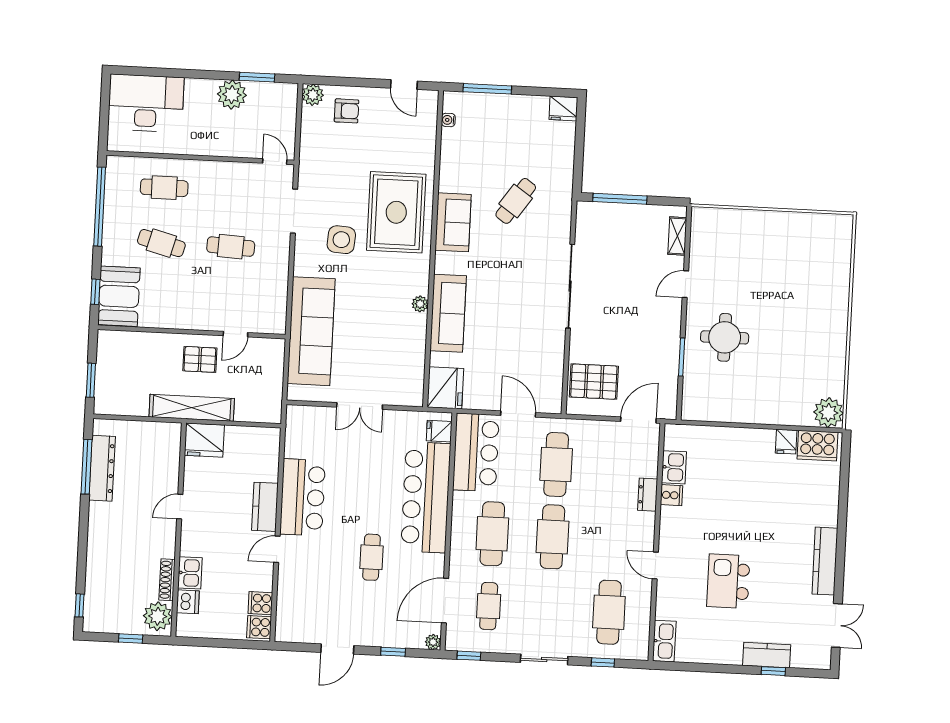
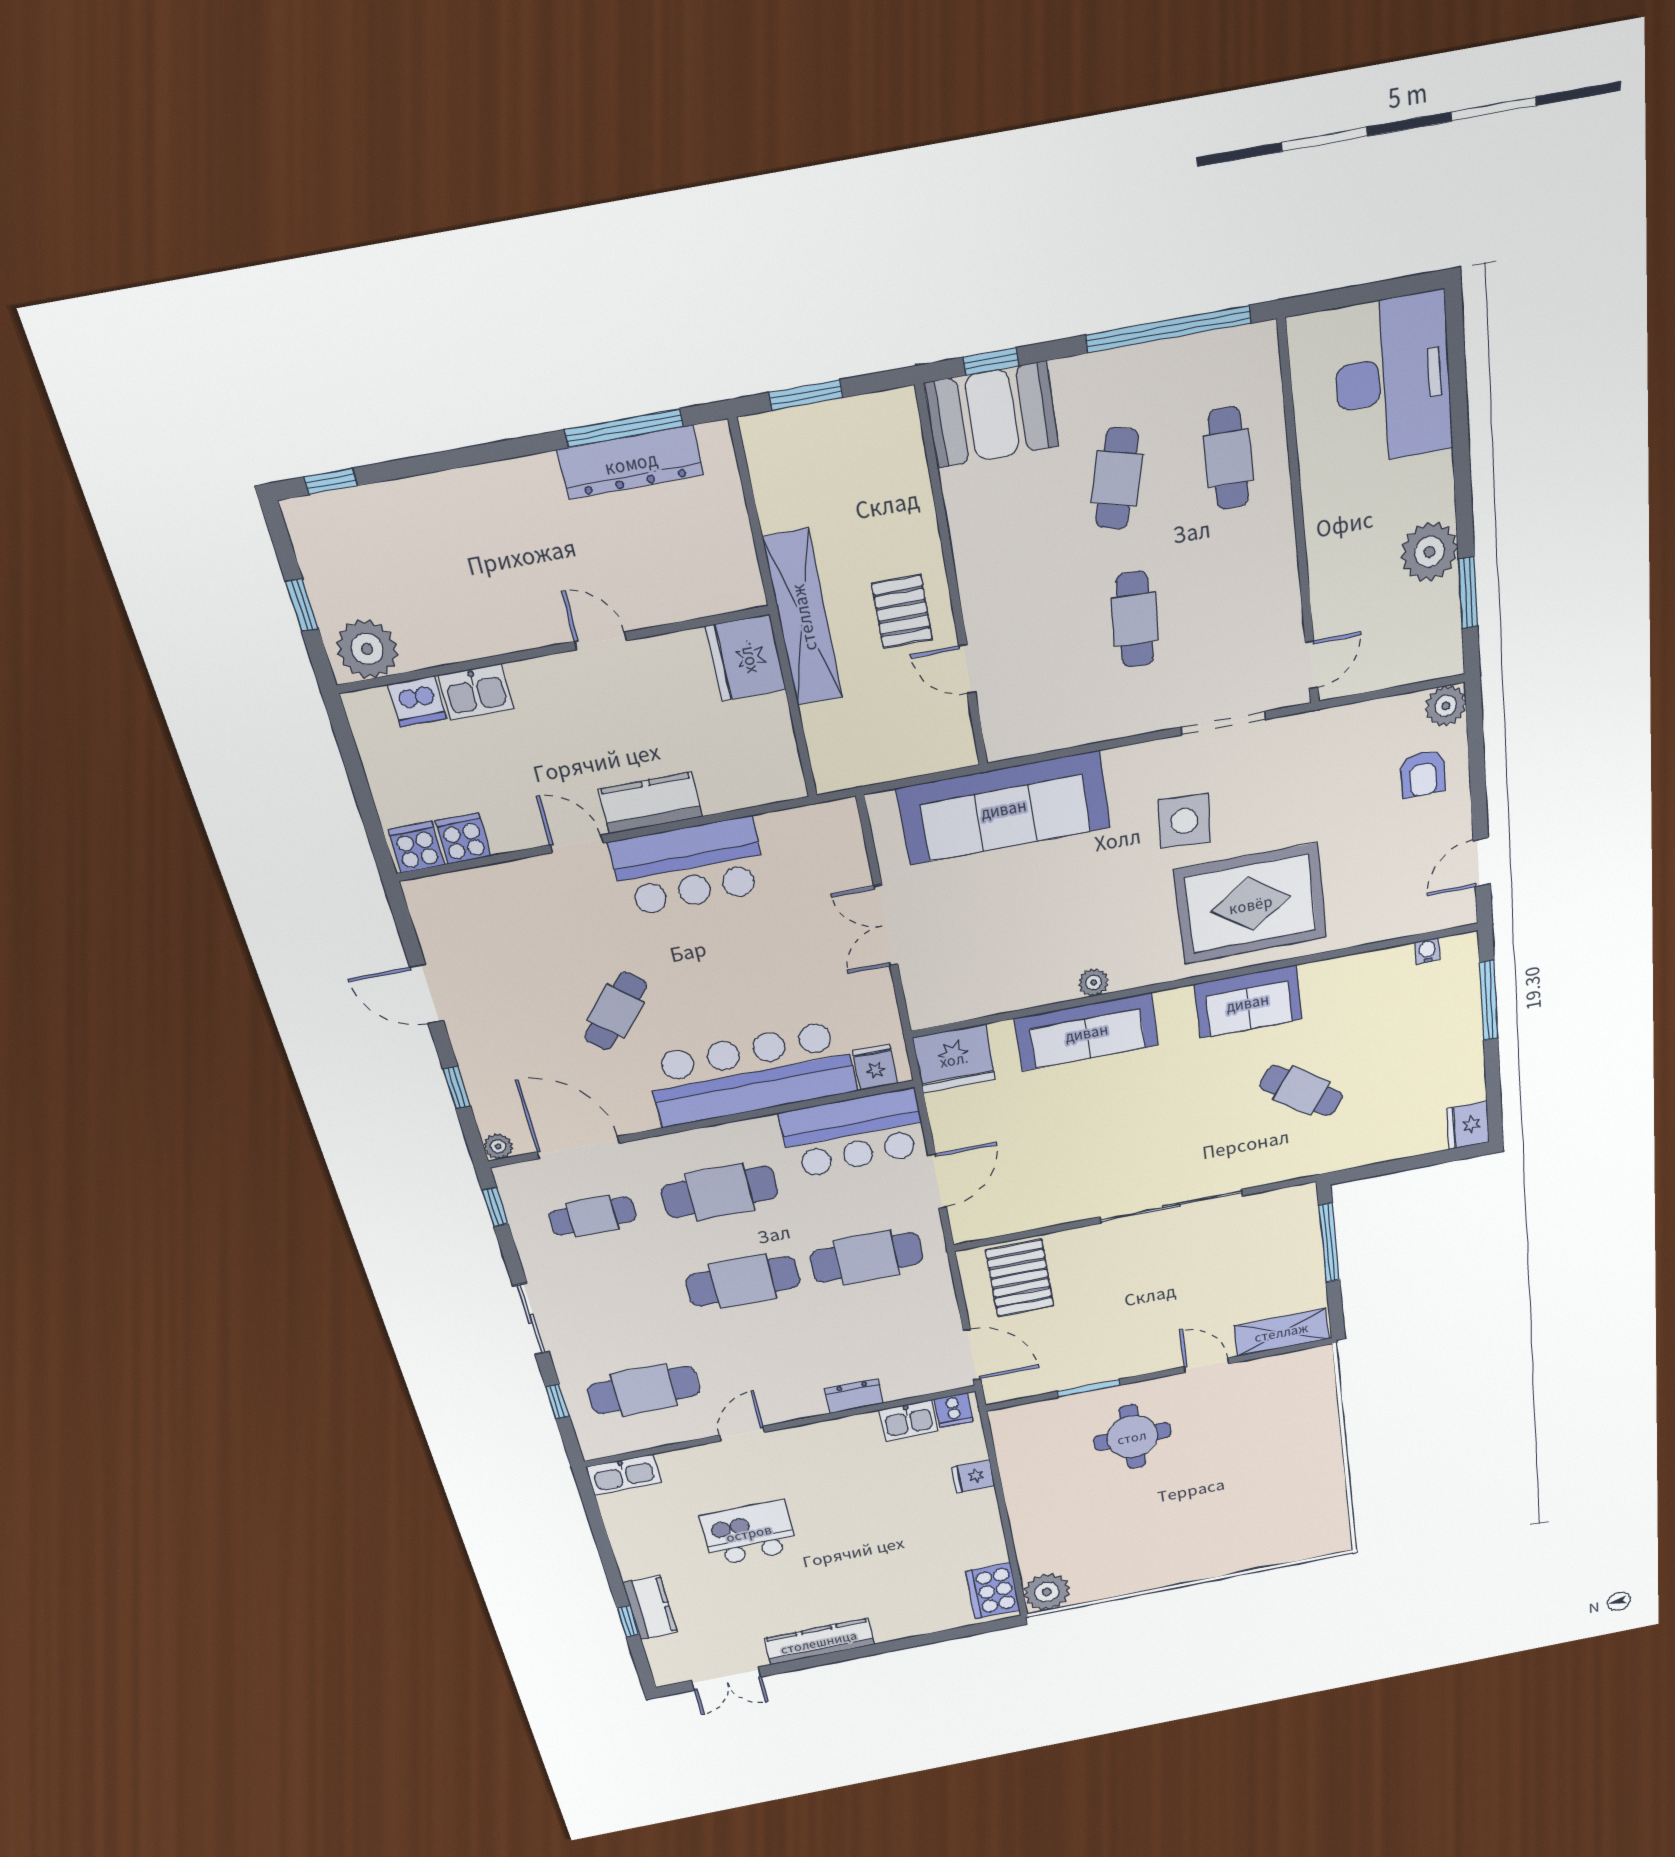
shelving: (677, 236) -> (1281, 1332), width x1.50, depth x1.33
fridge: (786, 442) -> (973, 1476), moved
cooker: (671, 495) -> (954, 1410), moved
cafe table: (371, 557) -> (616, 1011), turned -49
shoe rack: (167, 580) -> (447, 650), removed

